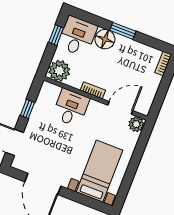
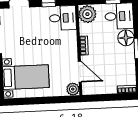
desk: (71, 108) -> (63, 18), moved

